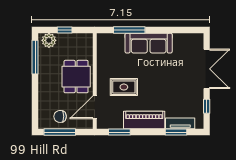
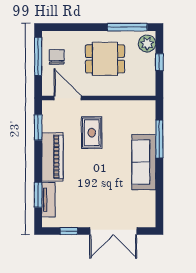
dining table: (76, 77) -> (105, 59), moved

